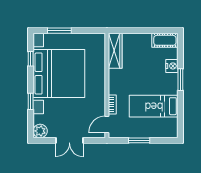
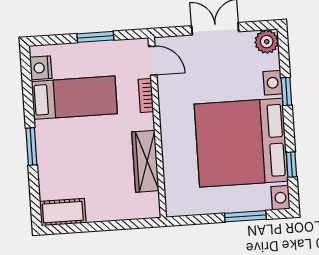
wardrobe: (115, 51) -> (145, 161), moved
nightstand: (172, 66) -> (41, 68), moved
door: (107, 124) -> (153, 61), hinge flipped

